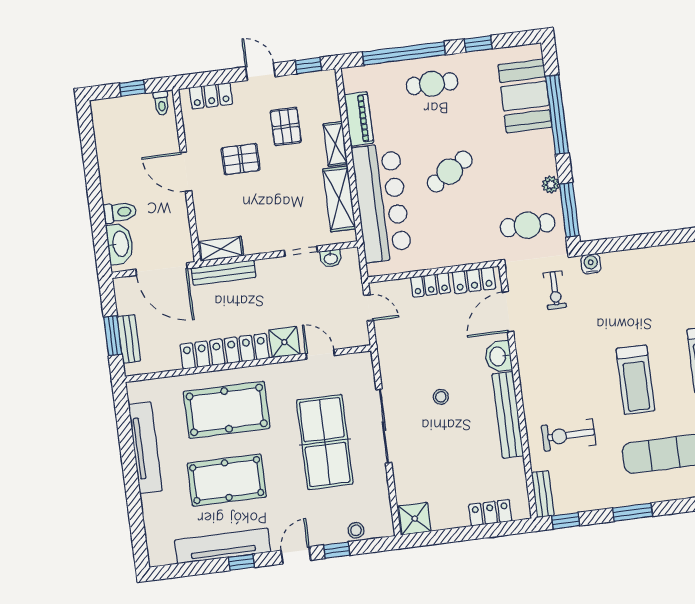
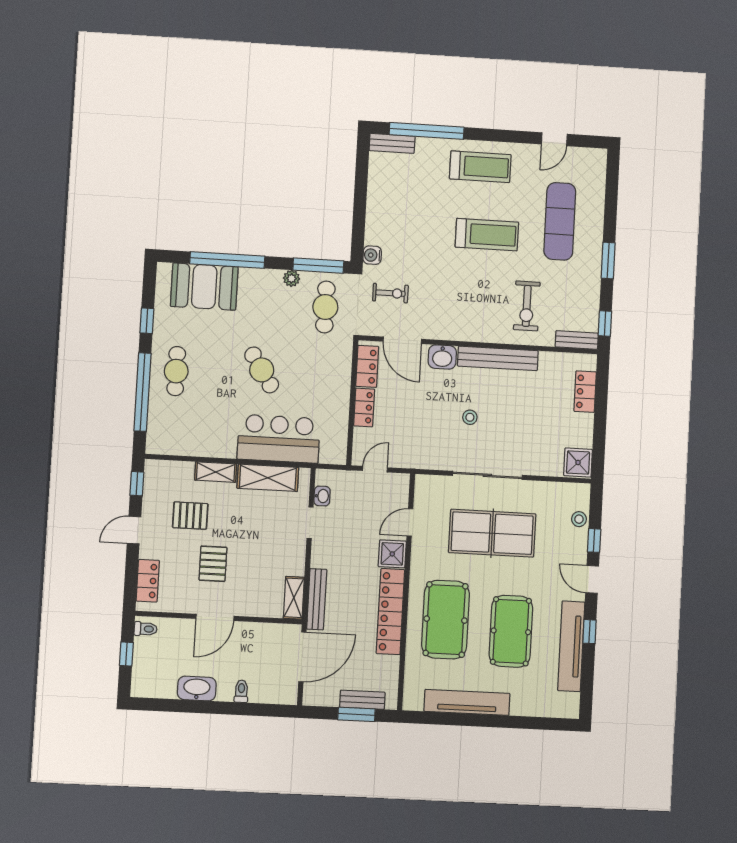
piano: (359, 119) -> (196, 446), removed
bar counter: (382, 203) -> (279, 439), width x0.73
toilet: (120, 212) -> (241, 691), width x0.73, depth x0.72
washbasin: (120, 244) -> (197, 689), moved

